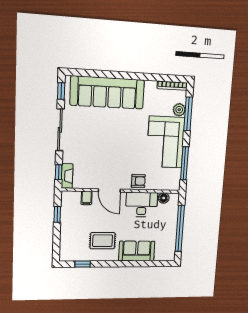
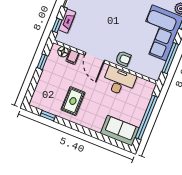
fireplace: (67, 176) -> (67, 21), moved
floor lamp: (164, 198) -> (63, 52), moved
rug: (103, 241) -> (73, 101), turned 90
sofa: (137, 251) -> (120, 131), moved

